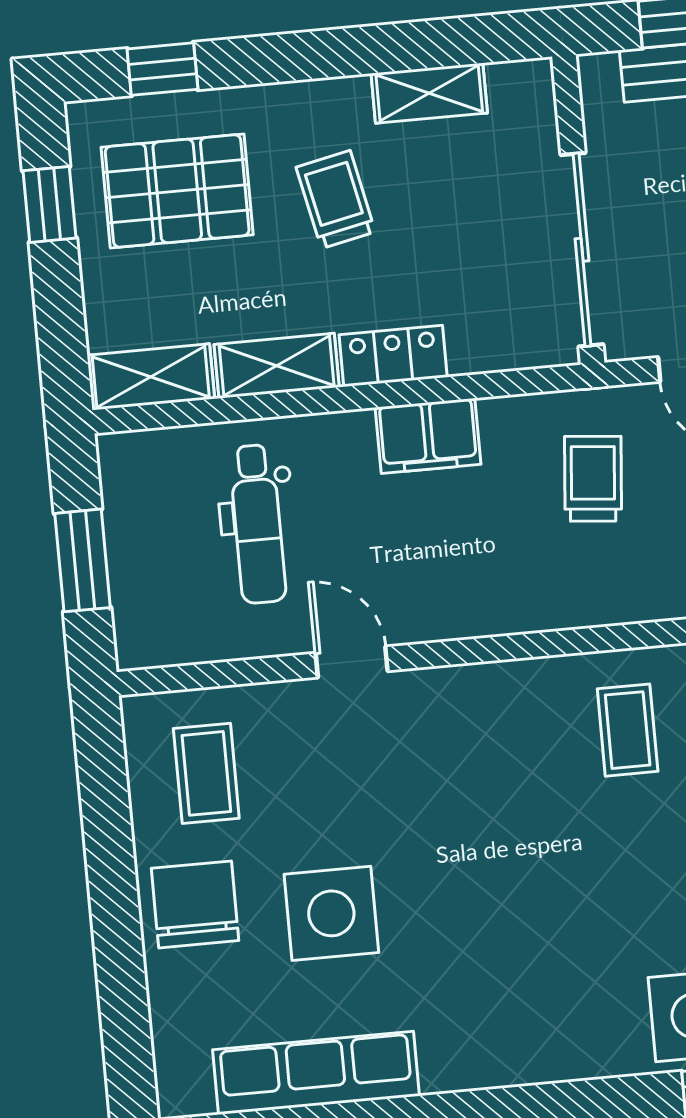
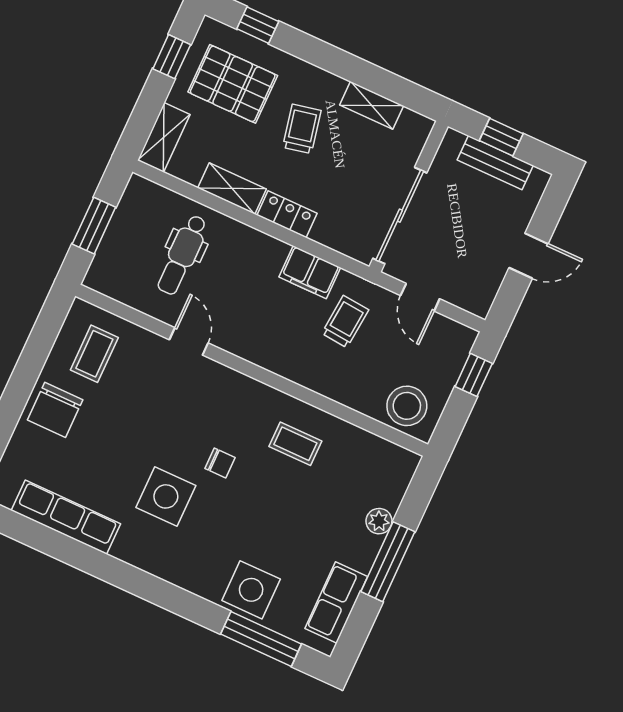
shelving: (151, 377) -> (164, 137), moved, turned 90
filing cabinet: (428, 436) -> (310, 272), moved
coffee table: (628, 730) -> (295, 444), turned 90
chair: (521, 835) -> (220, 463), added
chair: (195, 904) -> (55, 410), turned 180
side table: (331, 913) -> (166, 496), moved

